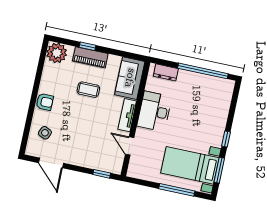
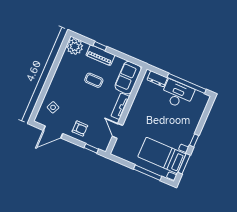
armchair: (45, 102) -> (80, 129), moved
desk: (154, 111) -> (177, 94), moved, turned 90
door: (51, 163) -> (53, 132), hinge flipped

